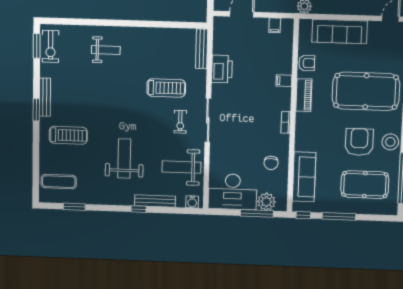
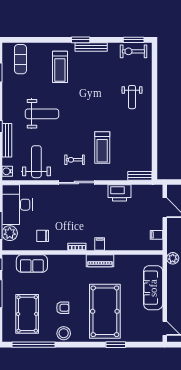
bench: (202, 49) -> (140, 176), width x0.73
armchair: (307, 63) -> (127, 262), removed
filing cabinet: (284, 81) -> (100, 244), moved
armchair: (359, 142) -> (63, 308), width x0.53, depth x0.53
sofa: (304, 177) -> (32, 264), width x0.73

